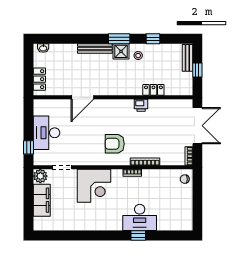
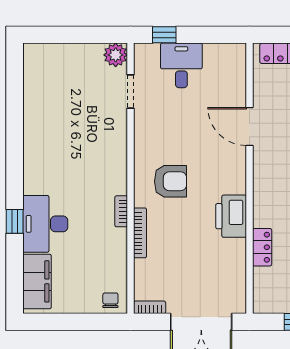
printer: (141, 105) -> (231, 216), width x1.87, depth x1.48
desk: (47, 133) -> (181, 65), width x0.73
armchair: (115, 144) -> (170, 181), turned 90
corner desk: (94, 186) -> (99, 146), removed
filing cabinet: (42, 200) -> (37, 281), moved, turned -90

